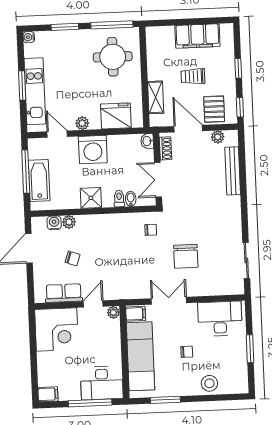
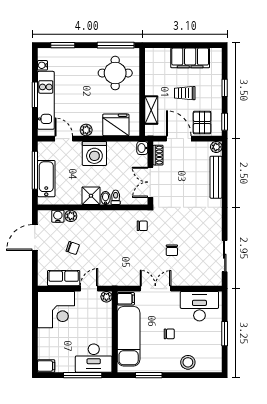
window: (65, 27) -> (63, 45), moved
water cooler: (29, 37) -> (42, 65), moved
plant: (218, 137) -> (216, 147), moved
bidet: (131, 199) -> (106, 198), moved
chair: (186, 256) -> (172, 250), width x0.54, depth x0.54

